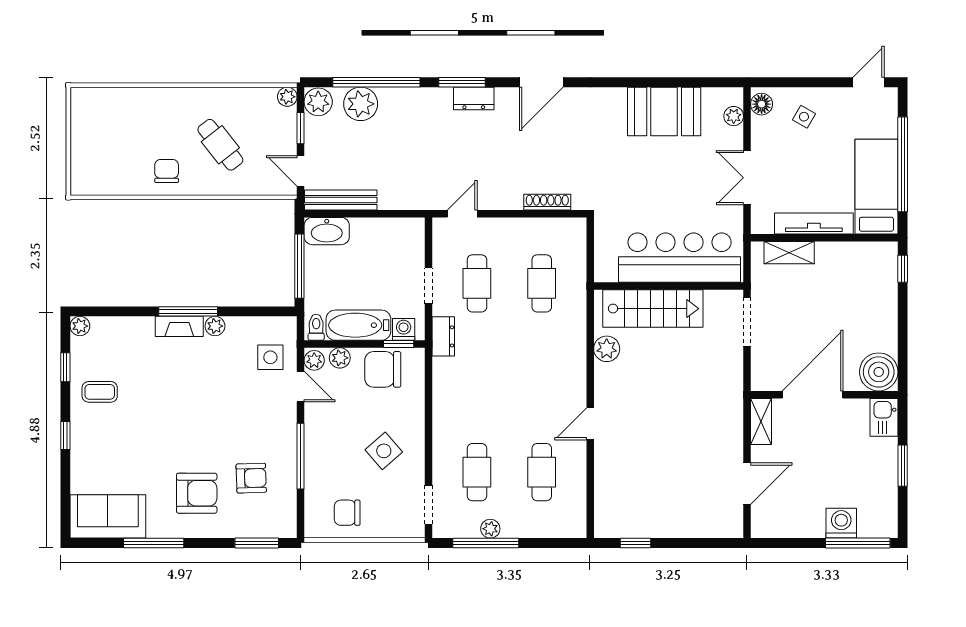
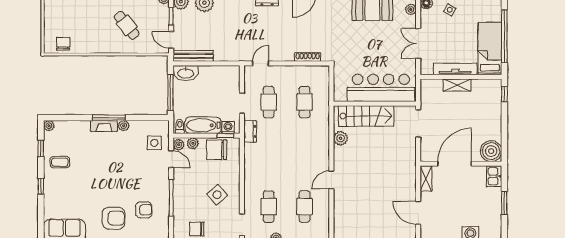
chair: (167, 171) -> (63, 44), moved
shelving: (789, 253) -> (457, 85), moved
door: (747, 484) -> (418, 213), swing flipped

